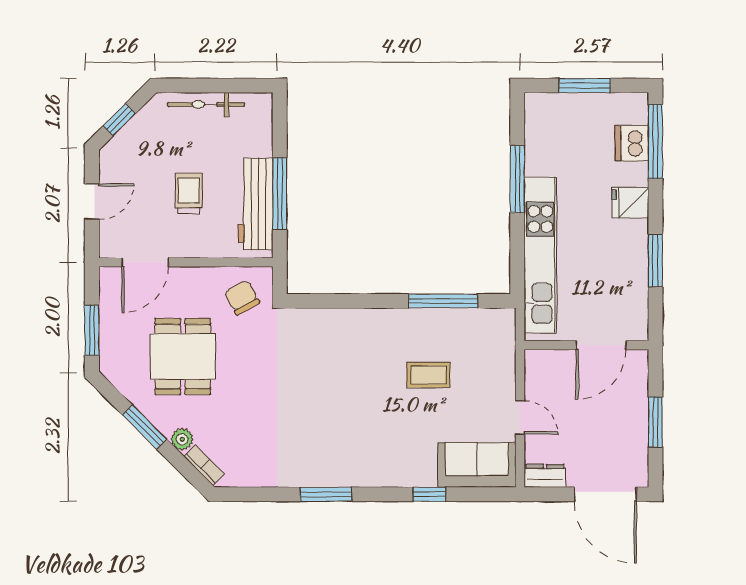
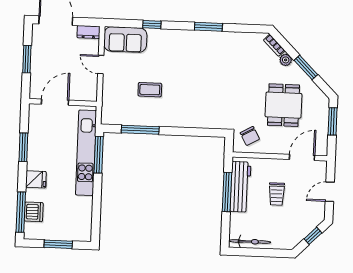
bicycle: (206, 105) -> (250, 242), moved
window: (517, 179) -> (99, 155), moved

